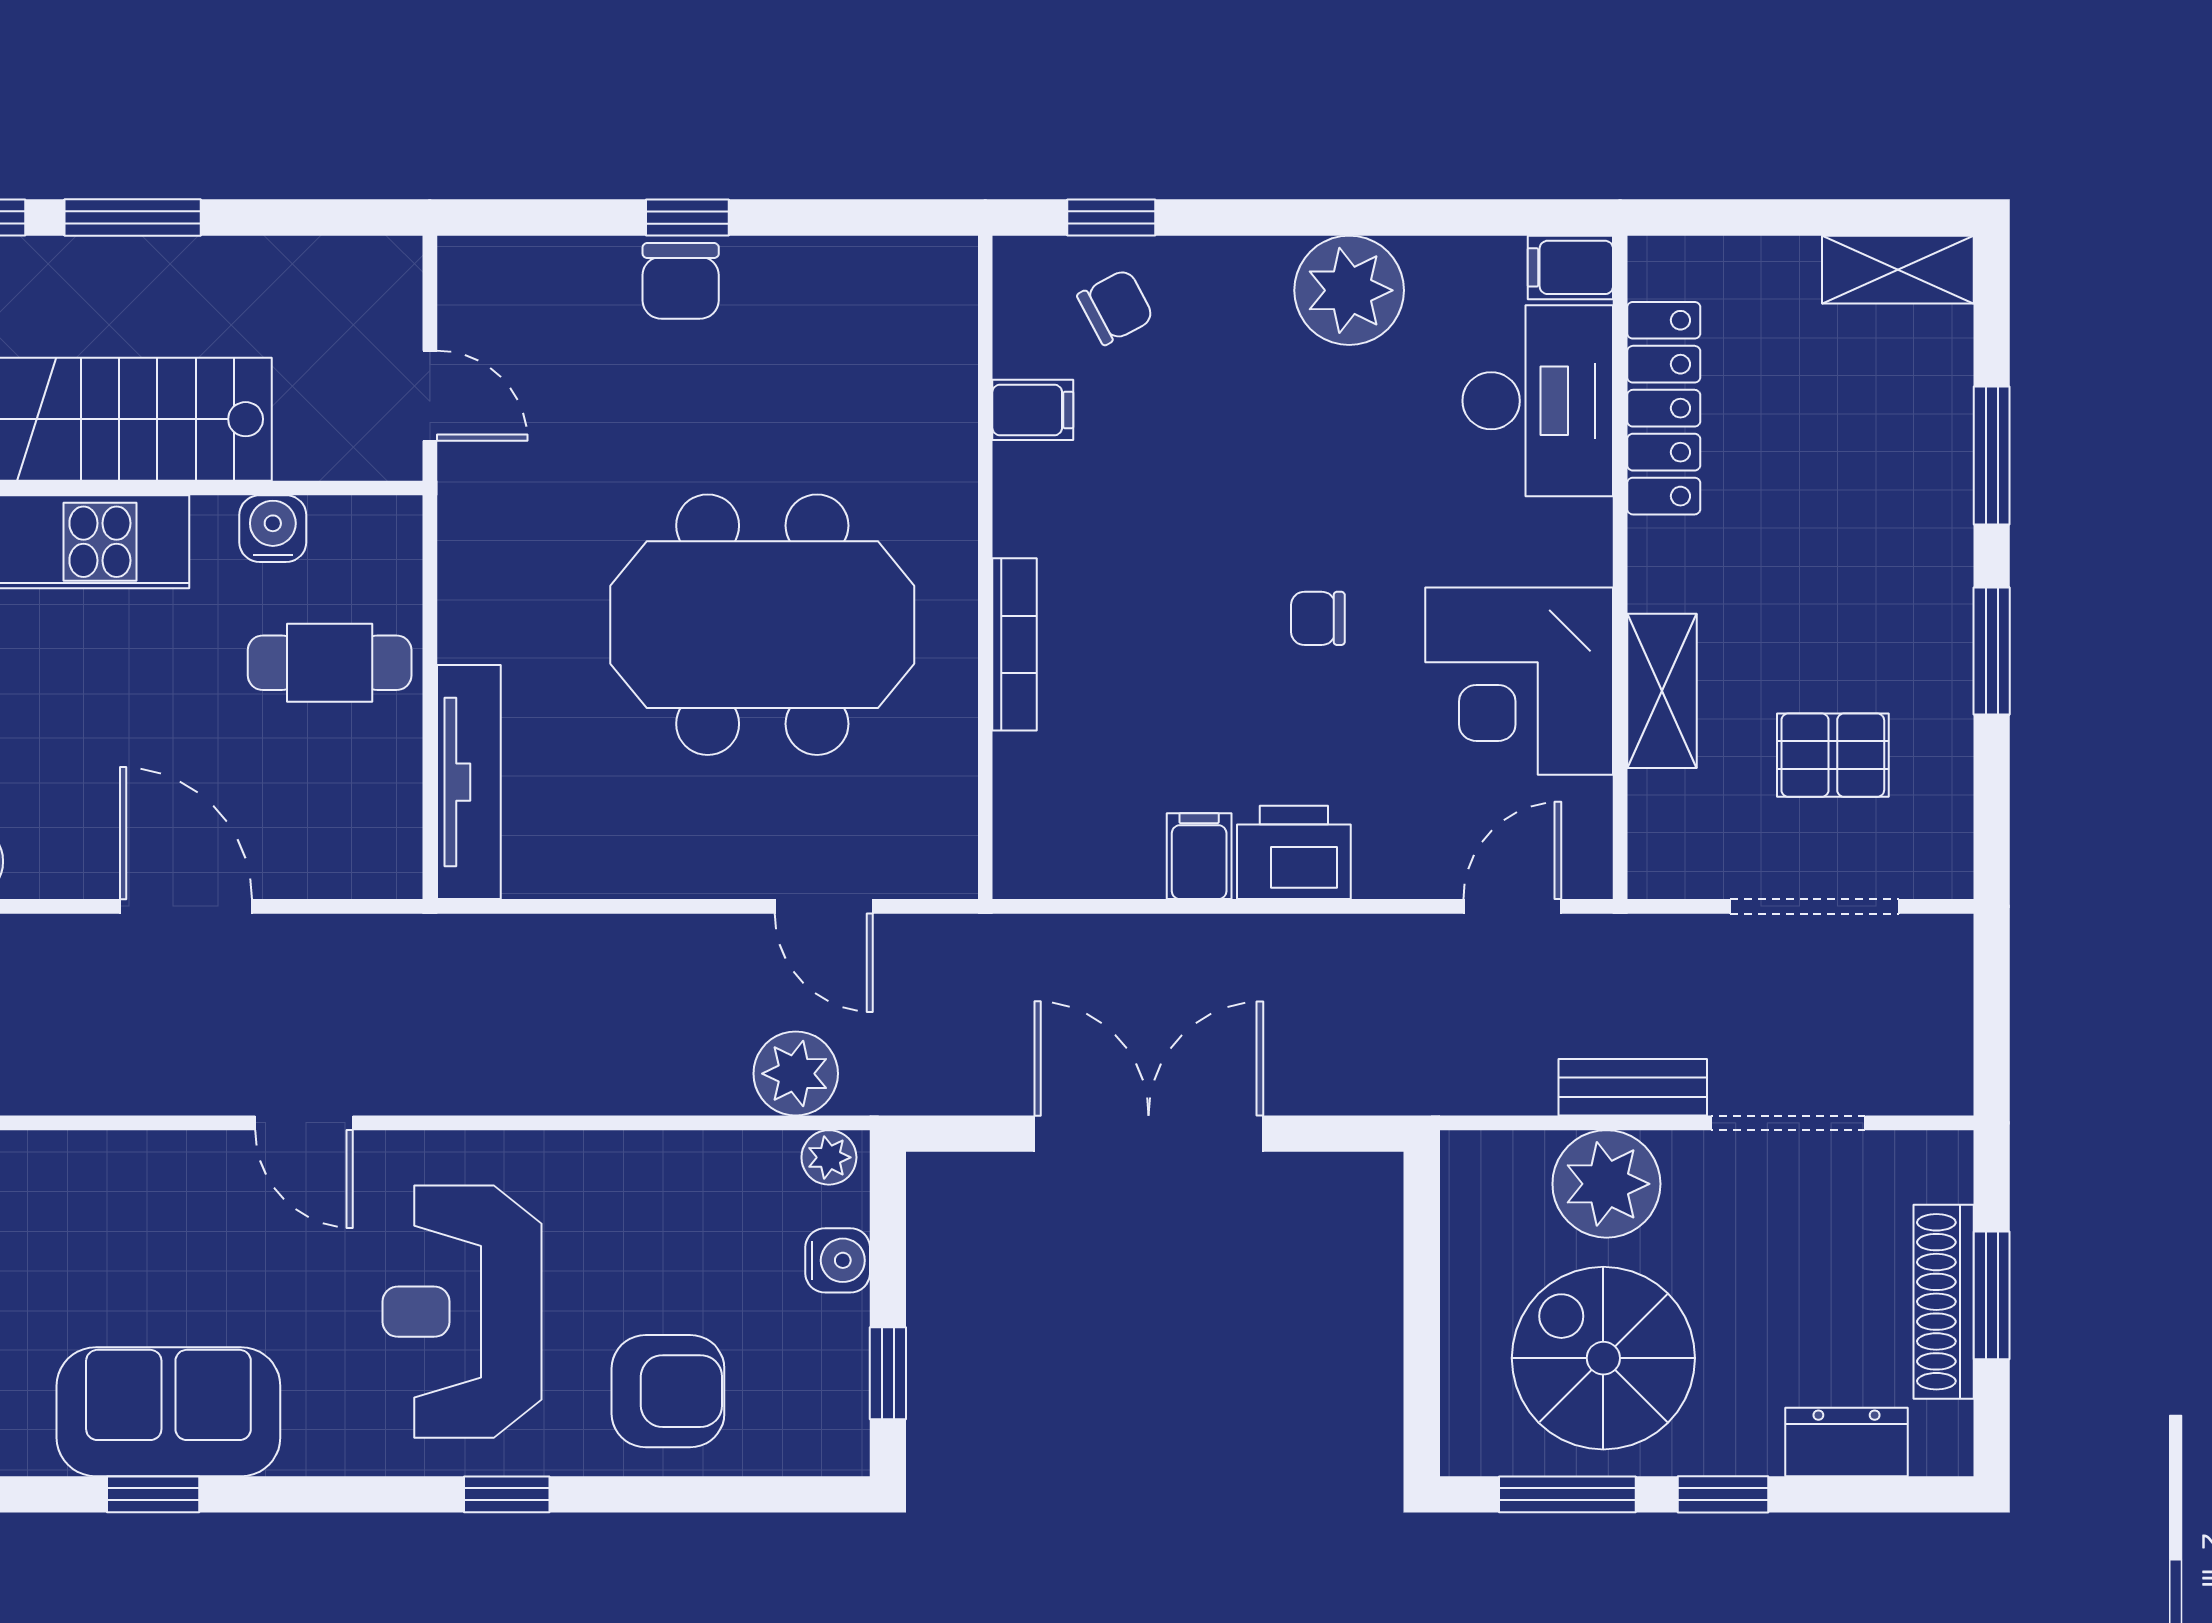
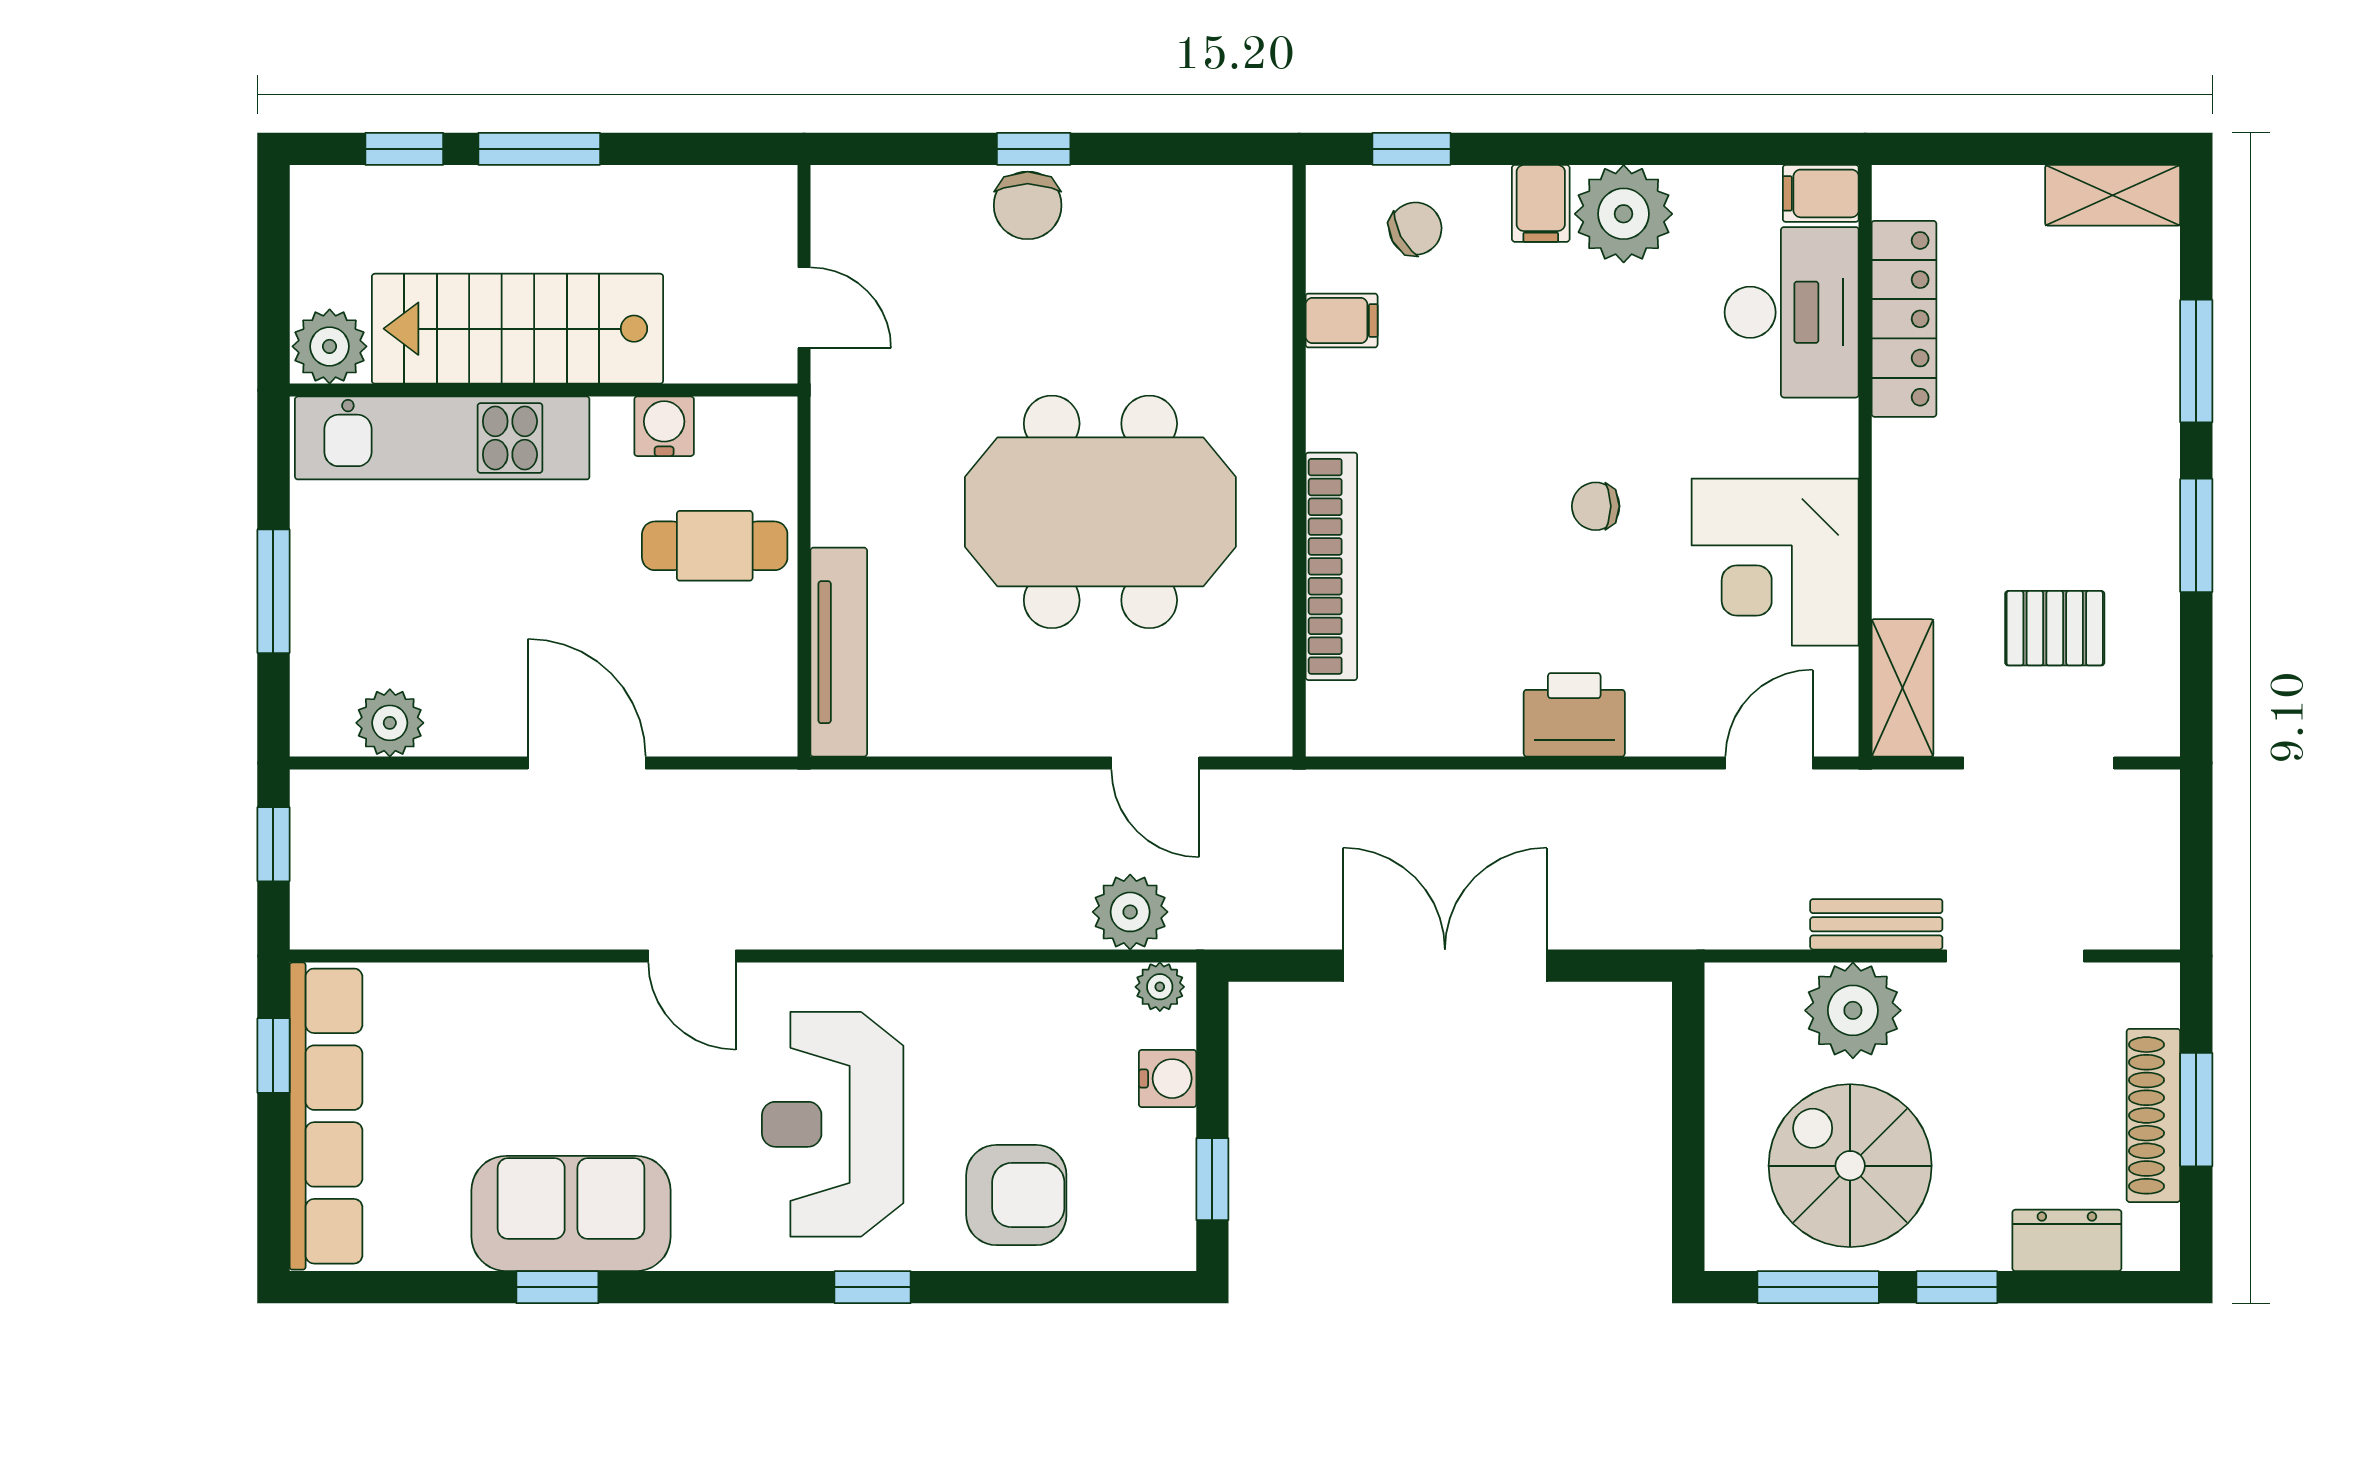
bookcase: (1015, 644) -> (1331, 566), width x1.48, depth x1.31
shelving: (1662, 691) -> (1902, 688), moved
filing cabinet: (1199, 856) -> (1541, 203), moved, turned 180

